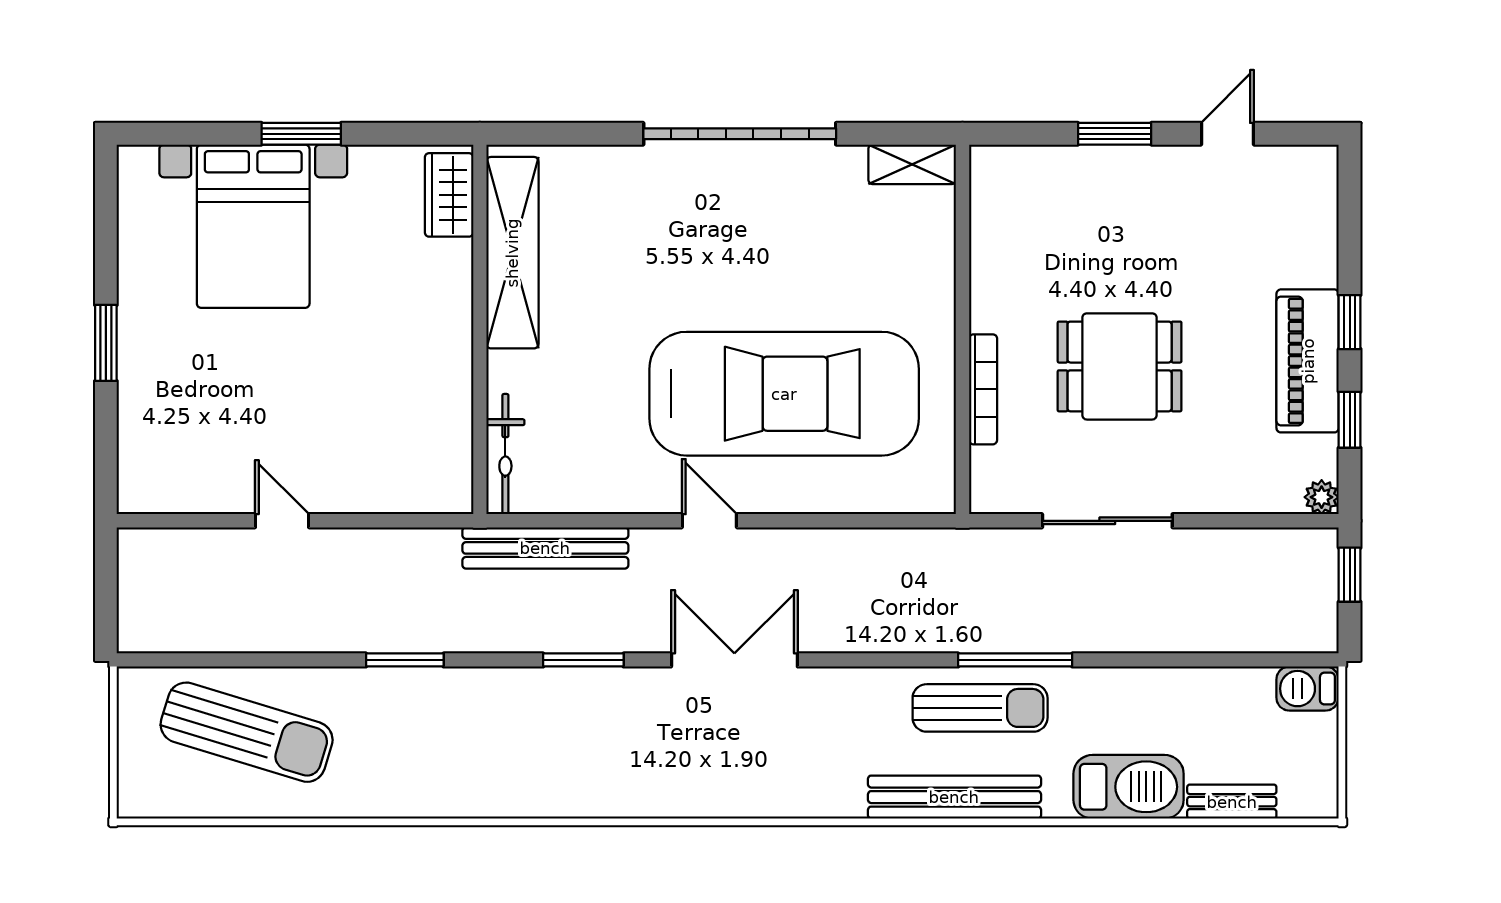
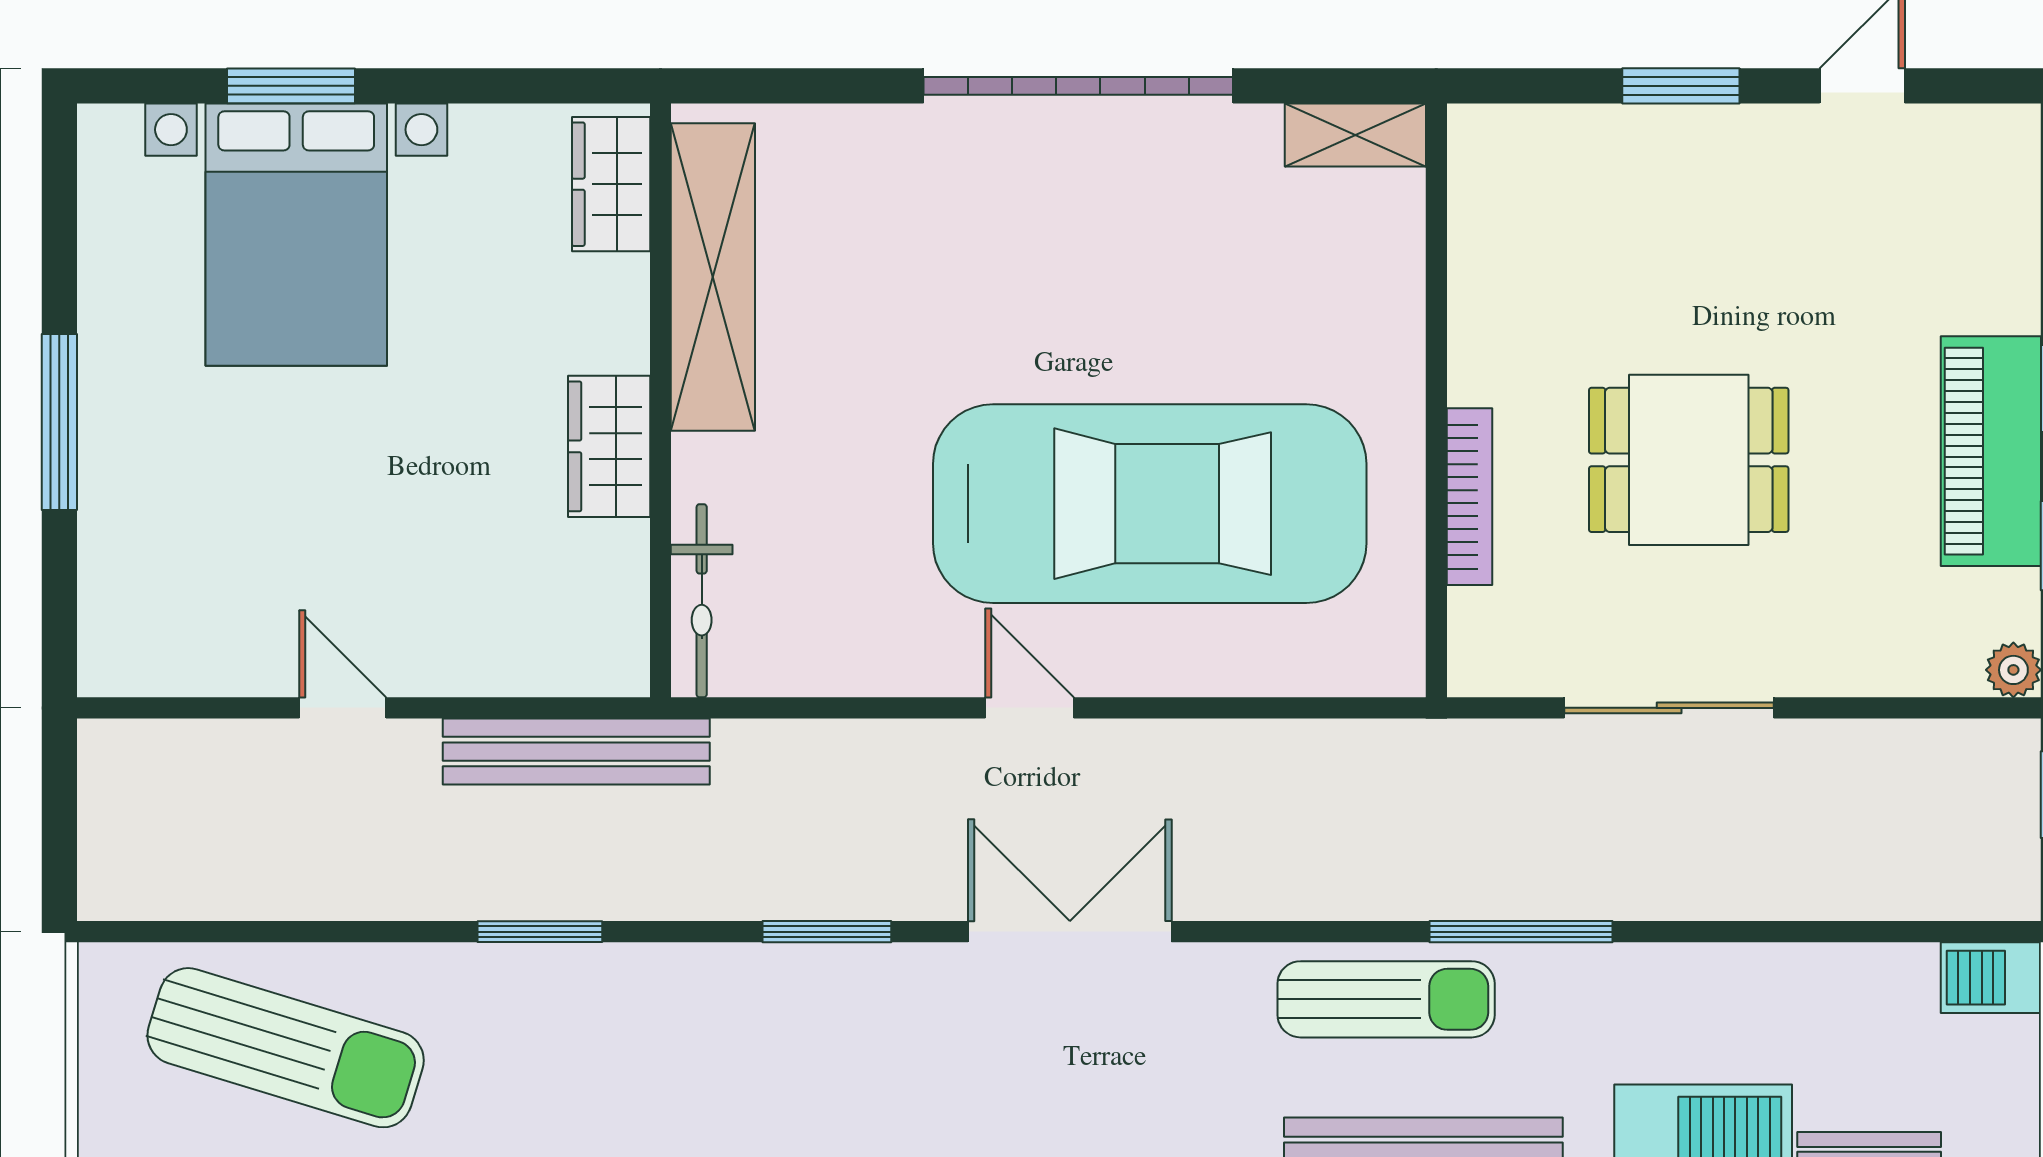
window: (301, 134) -> (291, 86), moved
window: (106, 343) -> (59, 422), width x1.44
wardrobe: (448, 358) -> (609, 446), added
bench: (545, 548) -> (576, 752), moved
sun lounger: (980, 708) -> (1386, 999), moved

